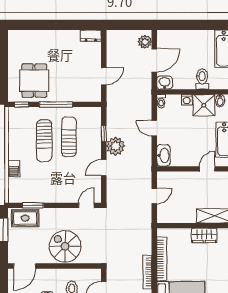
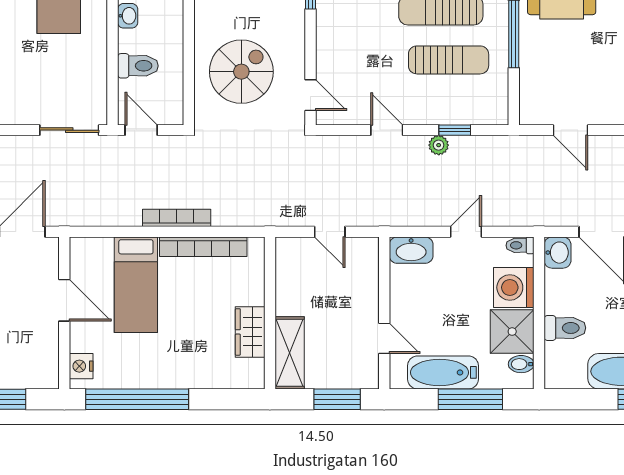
washing machine: (187, 100) -> (514, 287), width x1.89, depth x1.89
plant: (116, 146) -> (439, 145), width x0.53, depth x0.53
spiral stairs: (65, 246) -> (241, 72), moved

